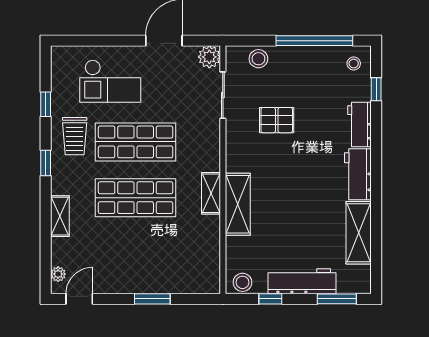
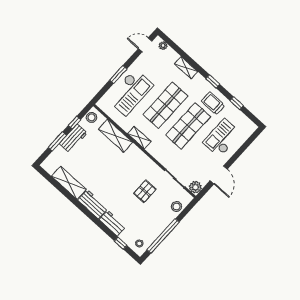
shelving: (238, 204) -> (116, 136), moved
checkout: (161, 261) -> (130, 92), added
workbench: (302, 281) -> (73, 138), width x0.73
door: (79, 299) -> (145, 45), swing flipped
window: (337, 299) -> (57, 141), moved

